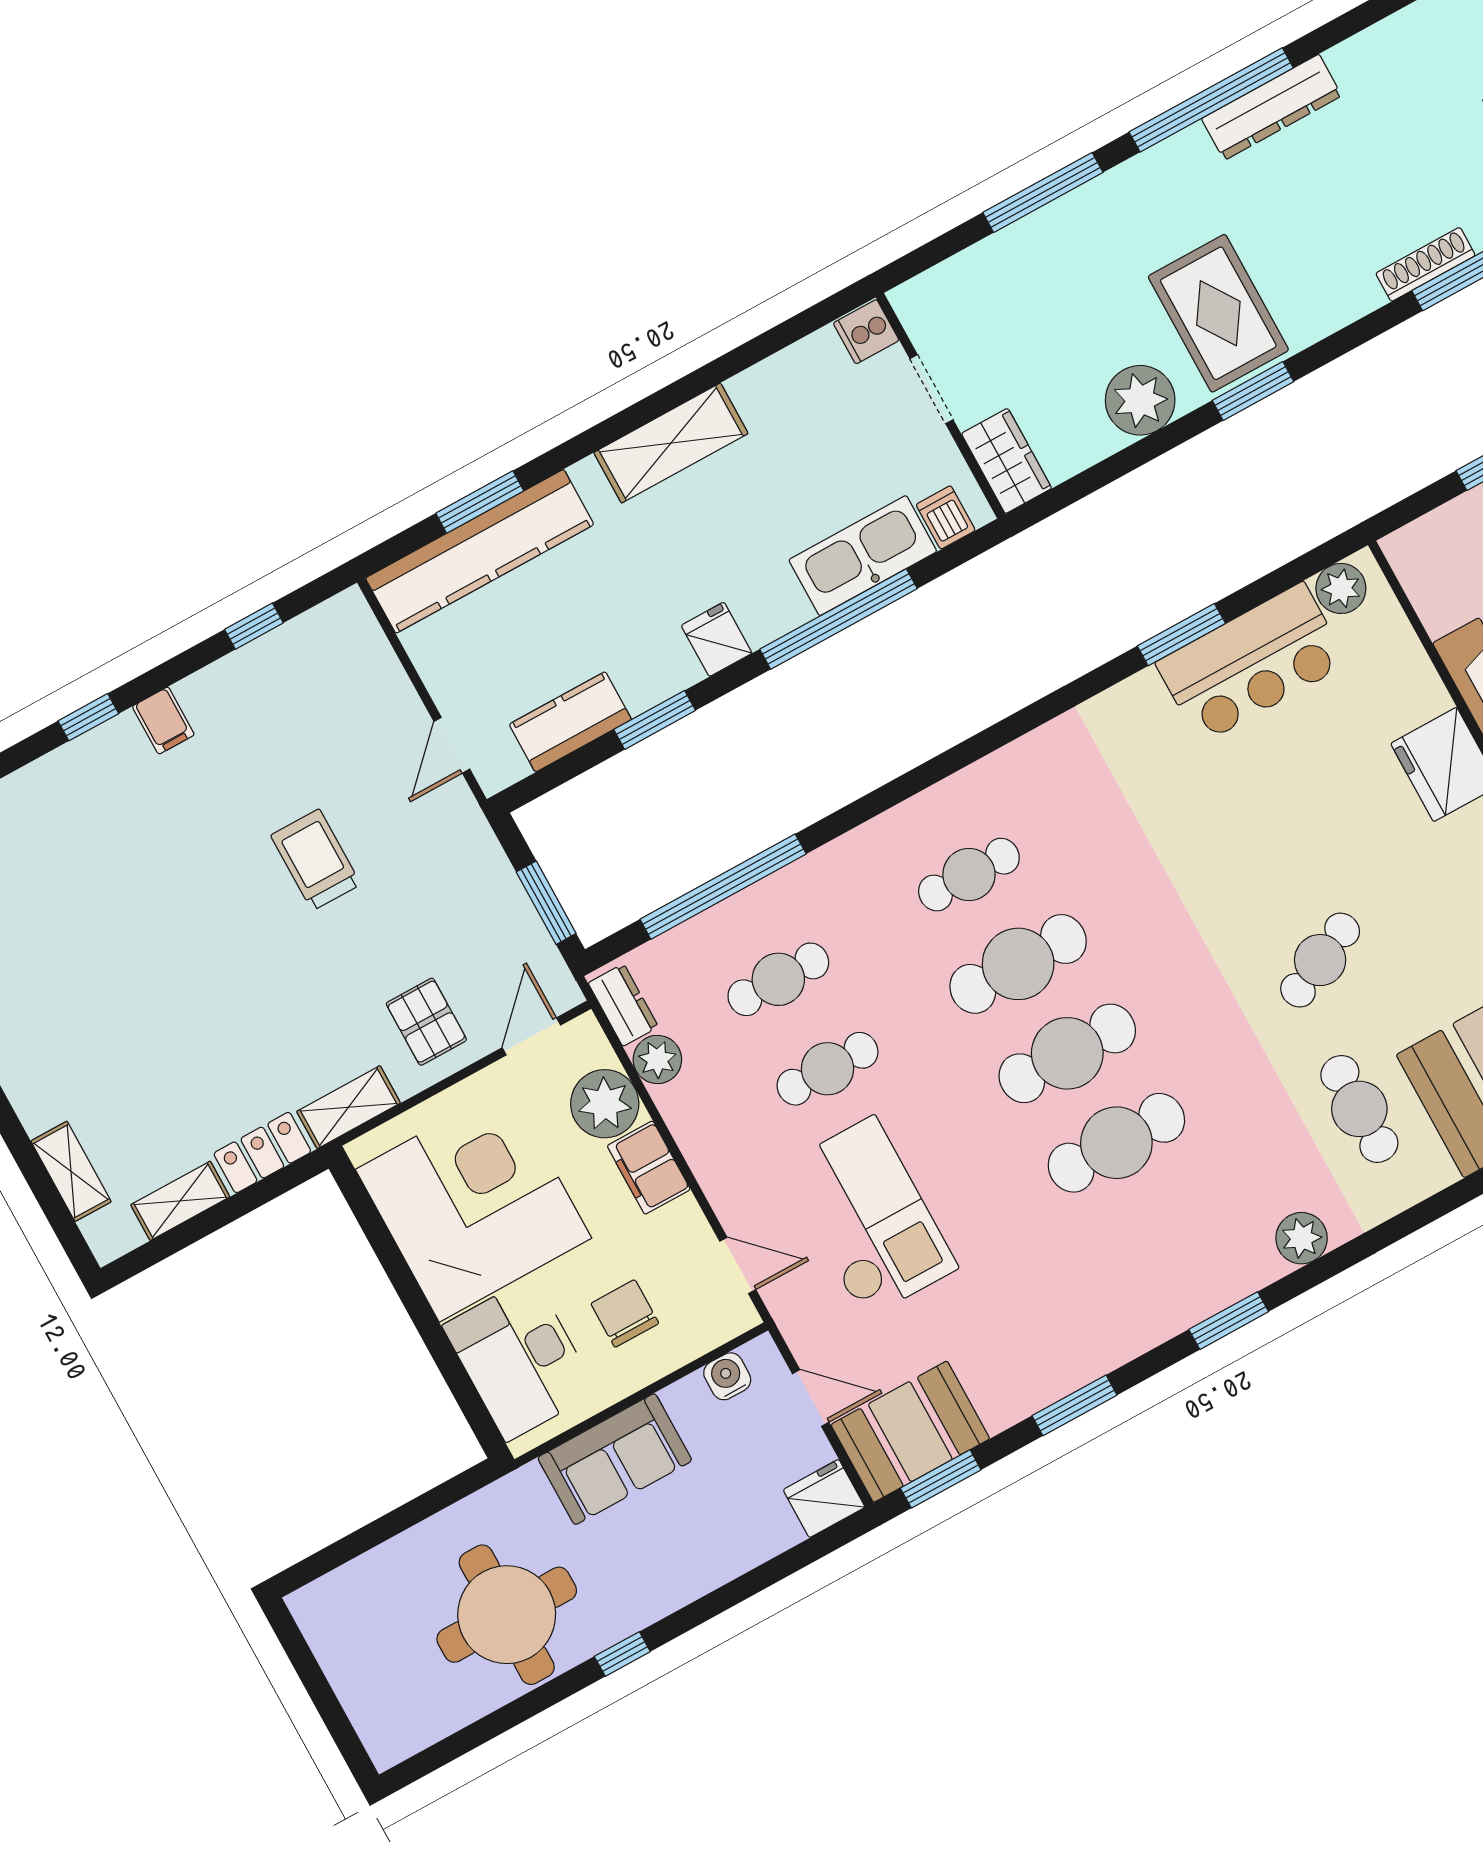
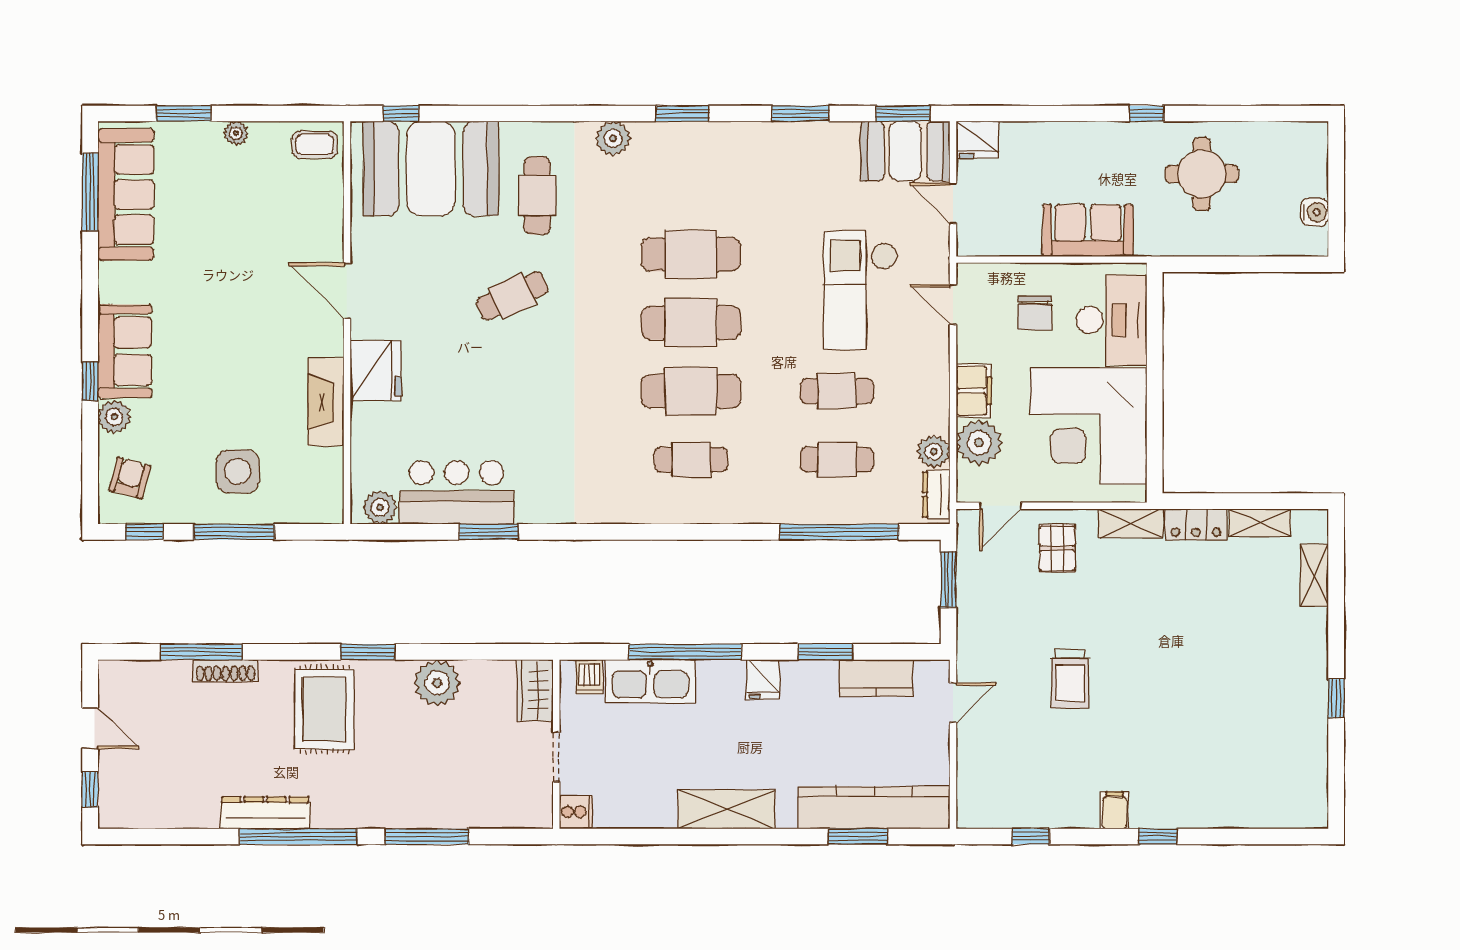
rug: (1218, 313) -> (324, 709), moved
water cooler: (727, 1376) -> (1315, 212), moved, turned -90
round table: (507, 1615) -> (1202, 174), width x0.73, depth x0.73

